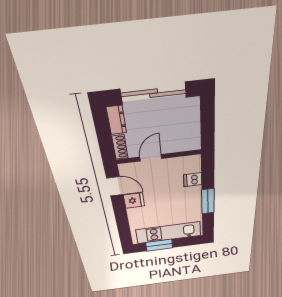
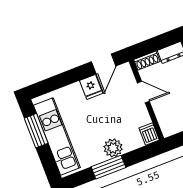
dishwasher: (193, 180) -> (149, 134), moved
plant: (193, 194) -> (113, 148), added

